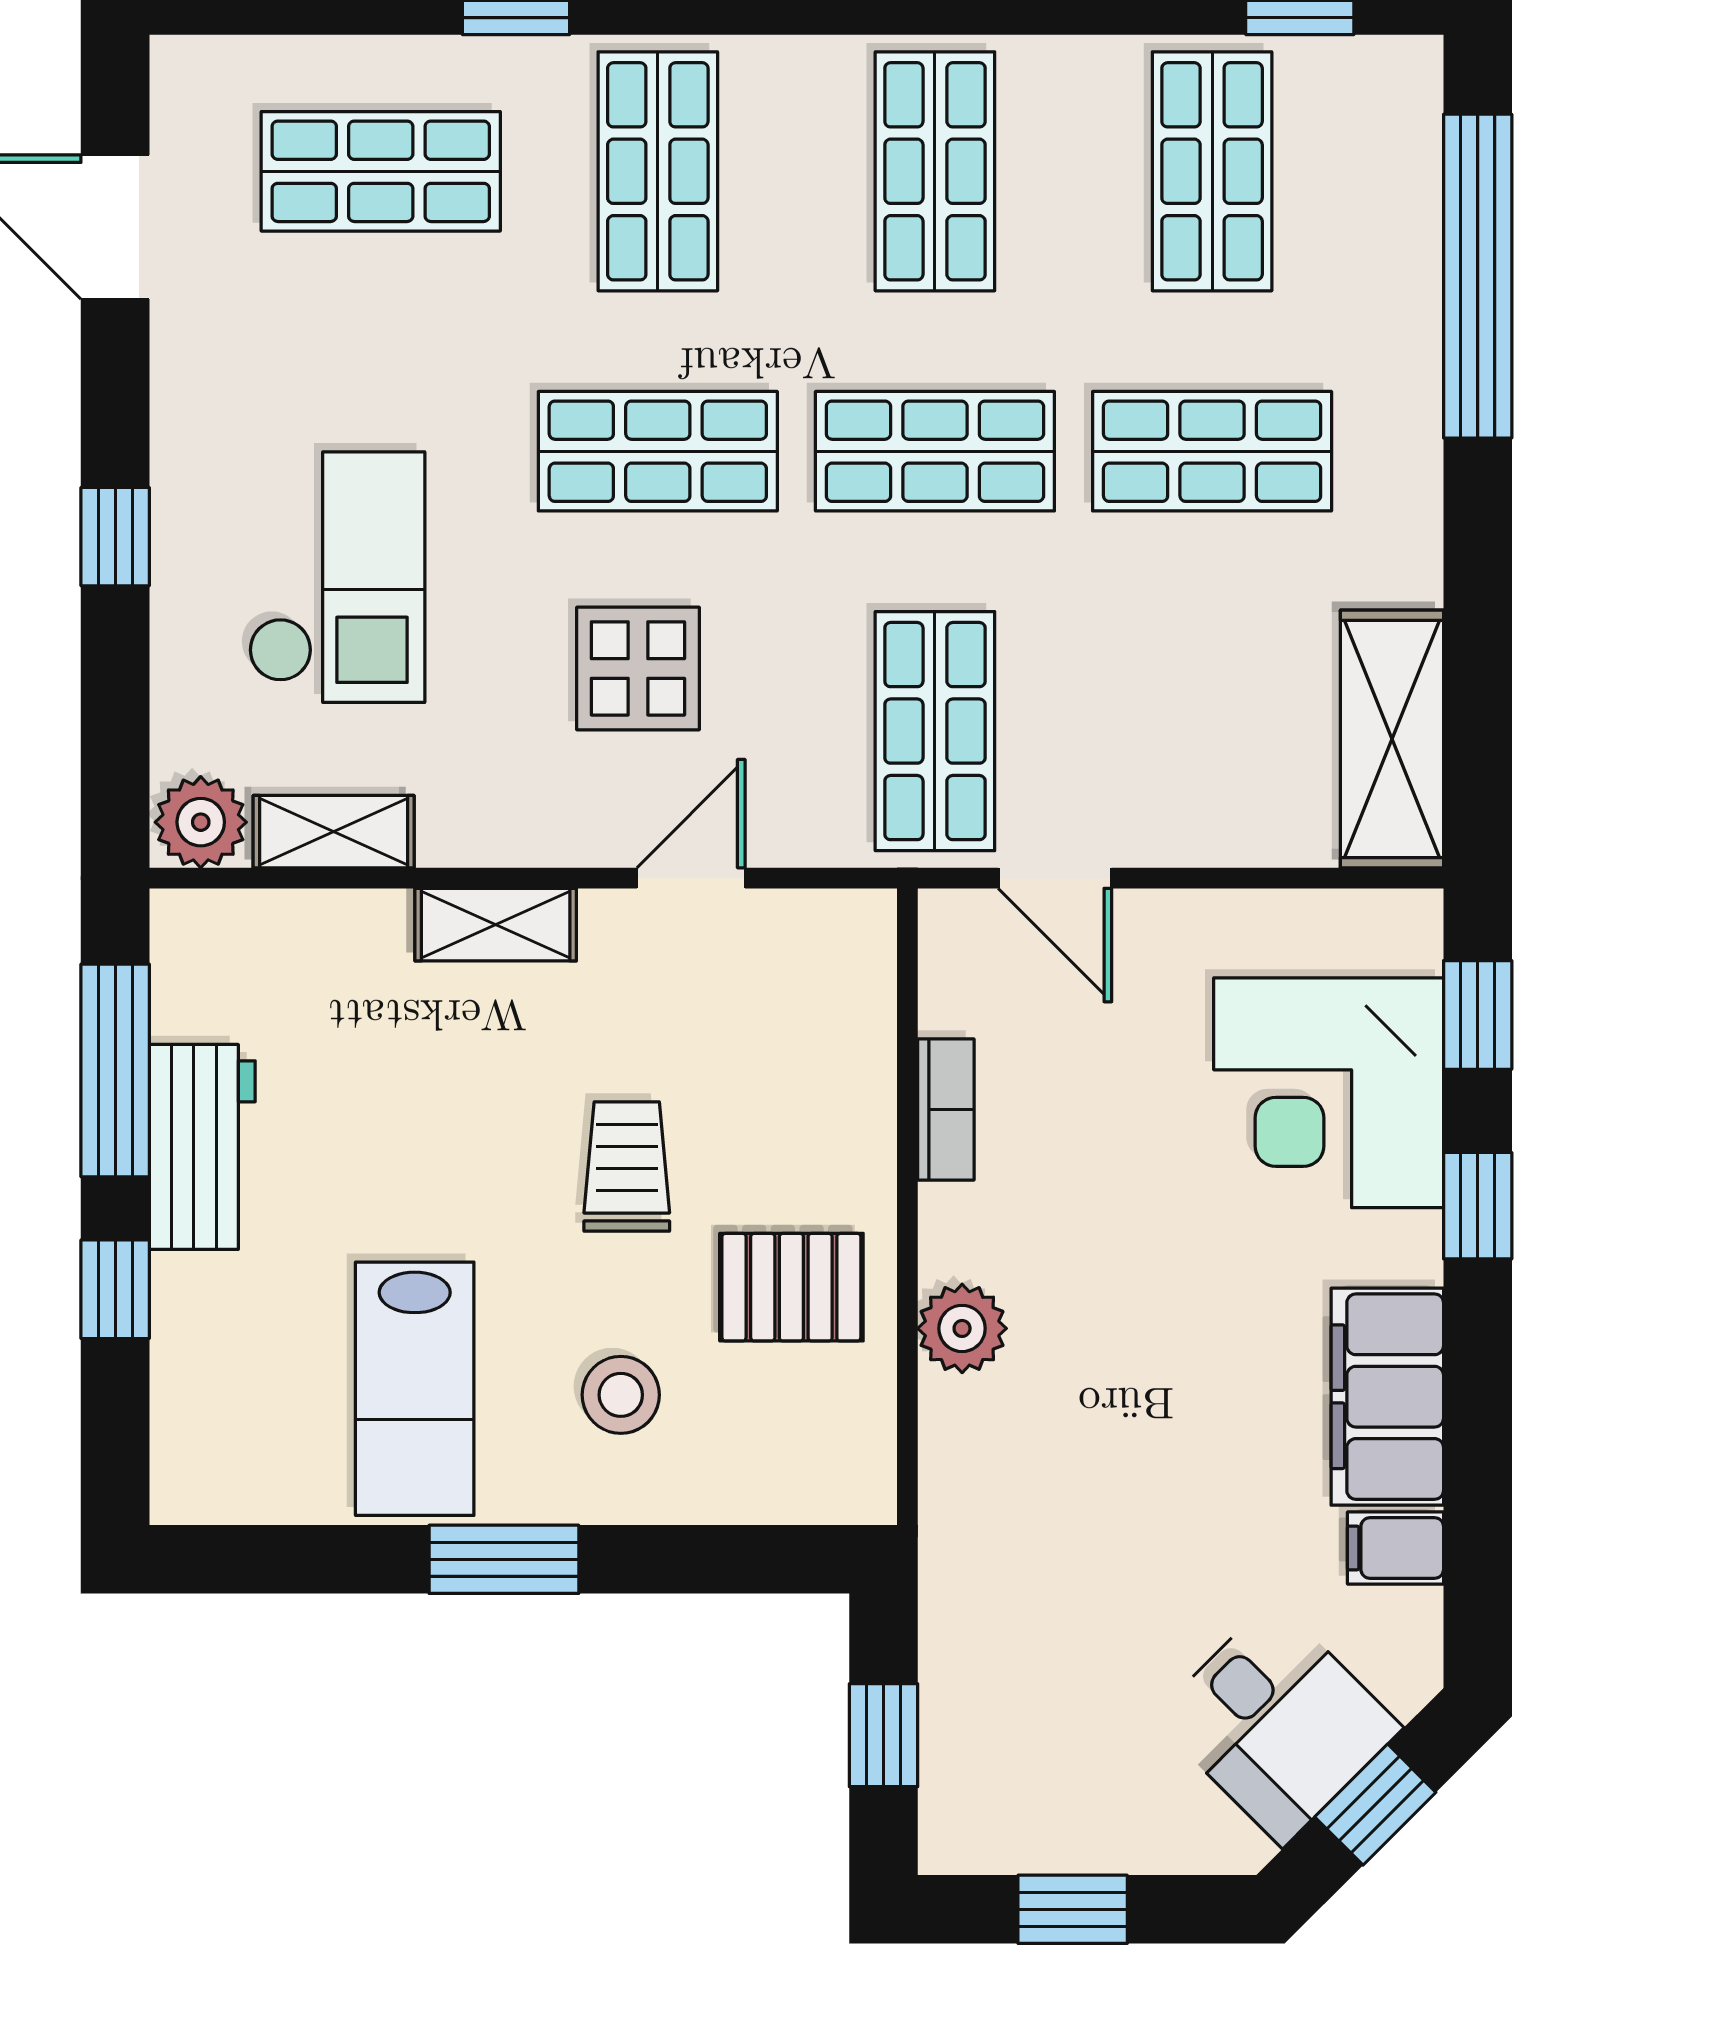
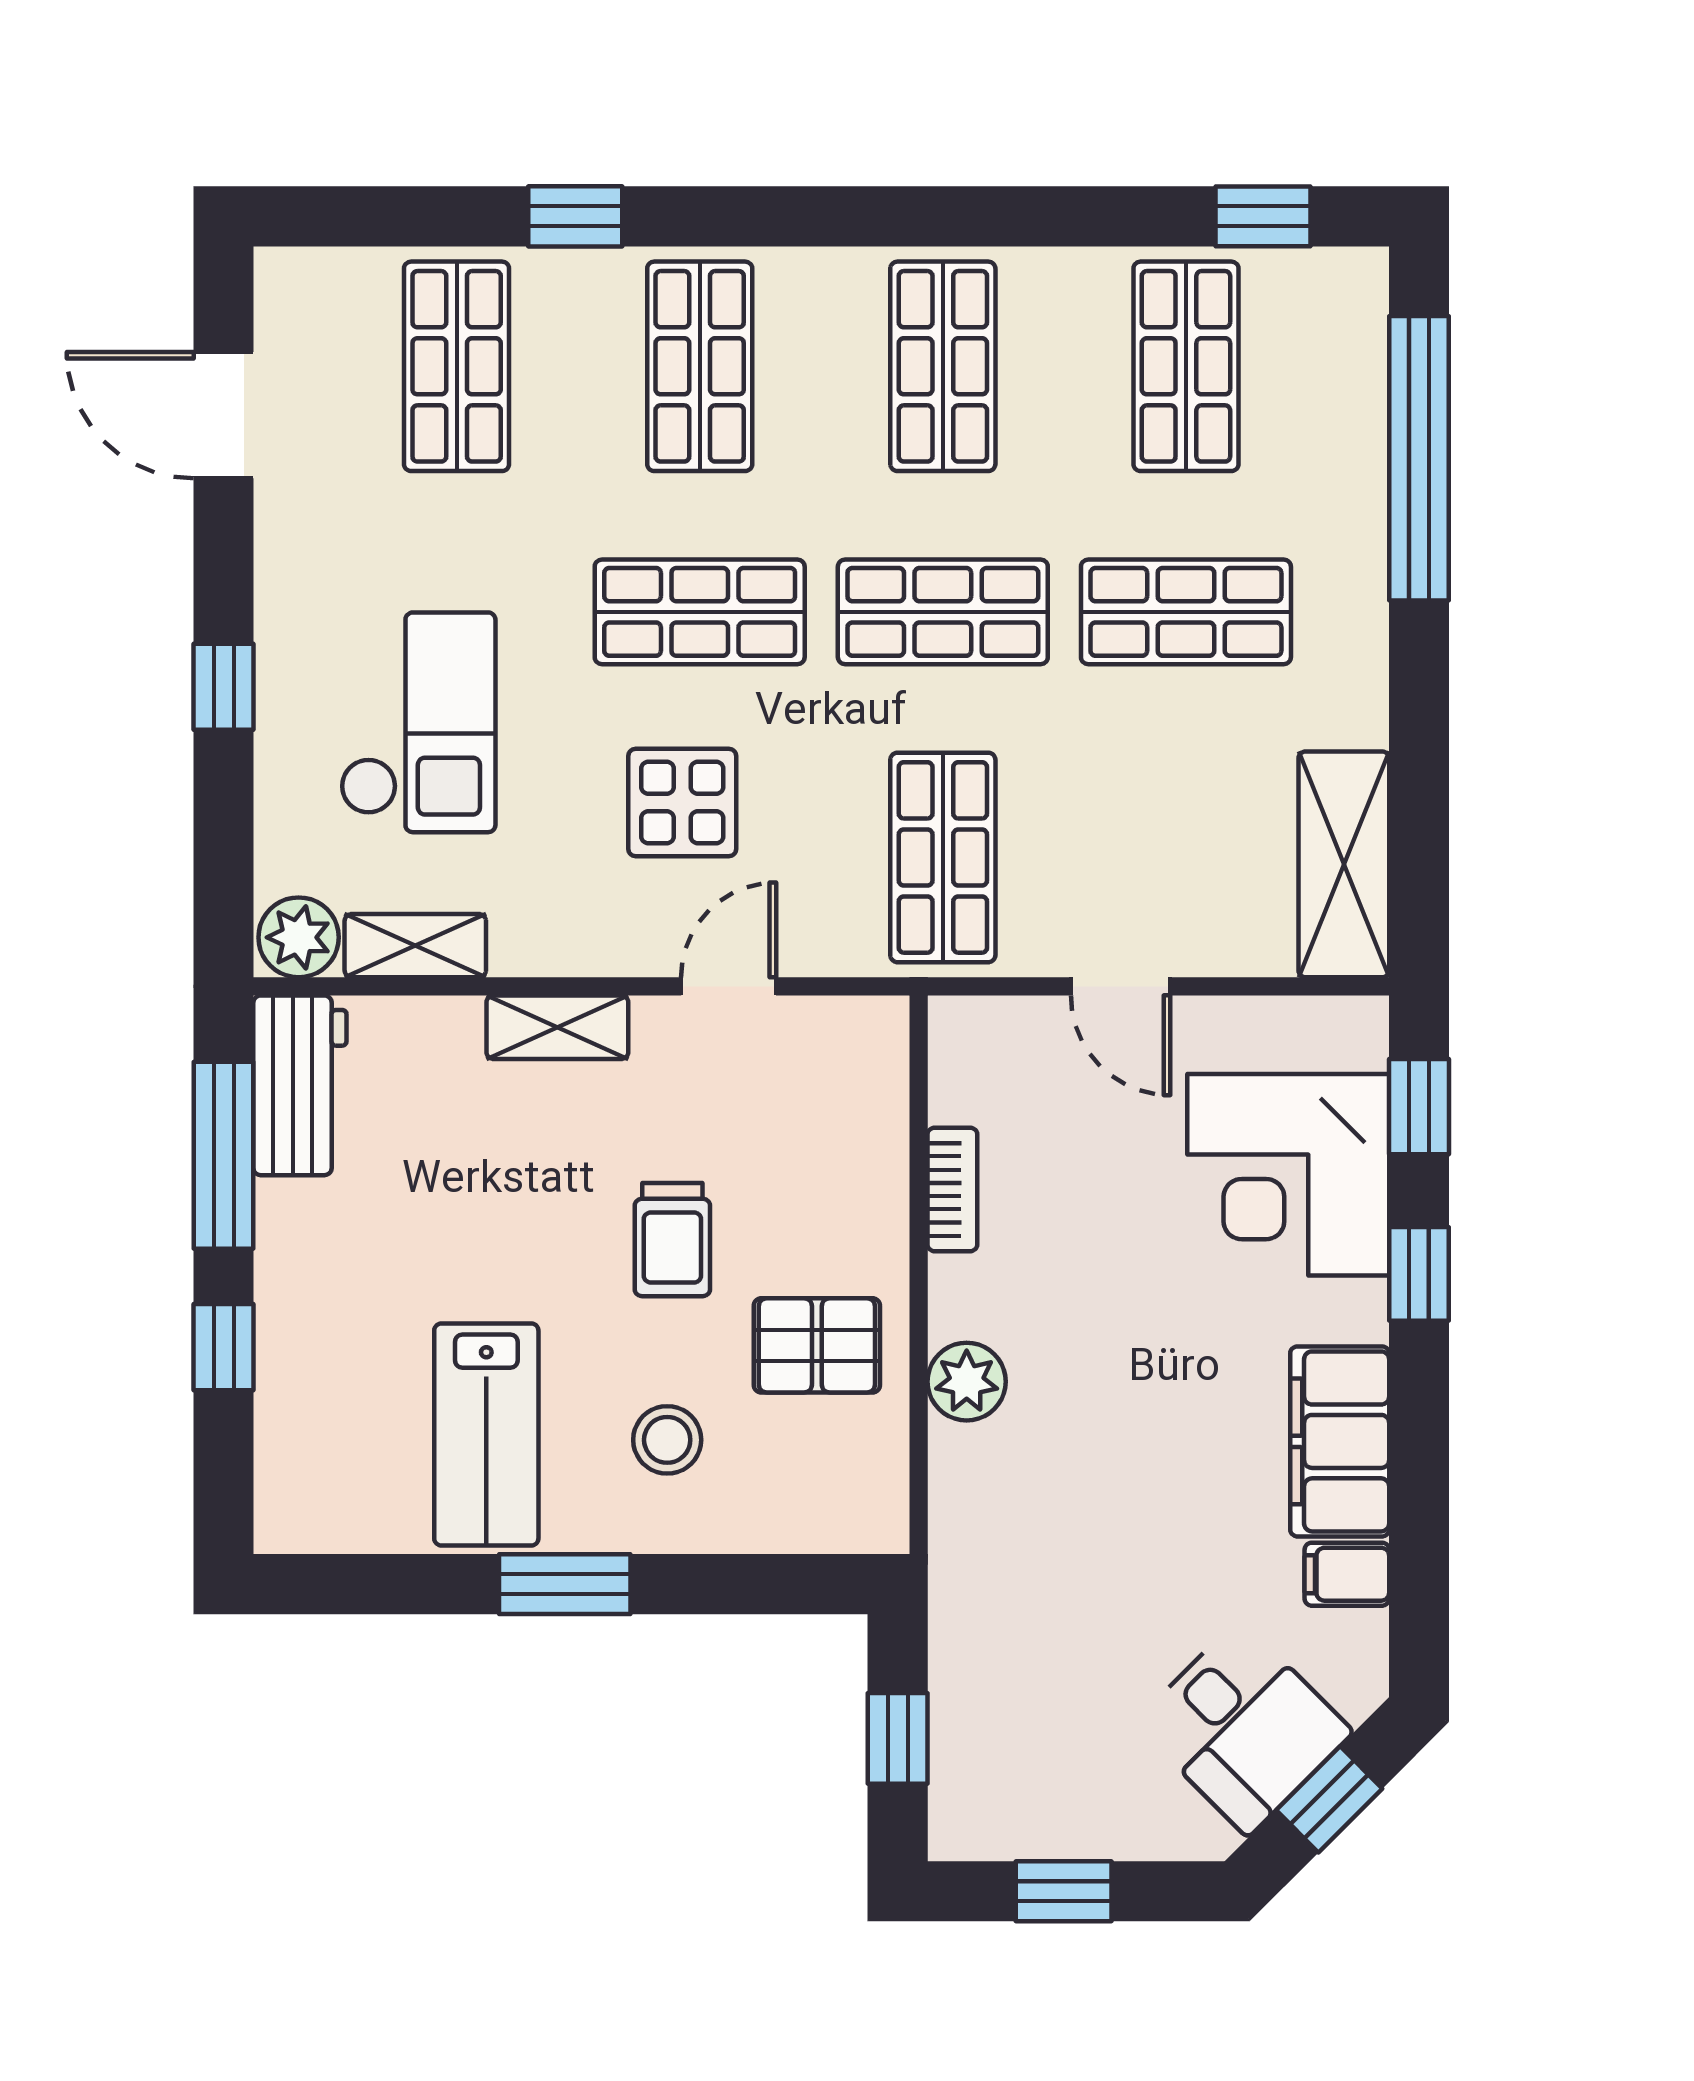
shop shelf: (381, 171) -> (457, 366), turned 90
door: (1055, 878) -> (1121, 986), moved
workbench: (202, 1147) -> (300, 1085), moved
trolley: (627, 1167) -> (672, 1240), turned 180

